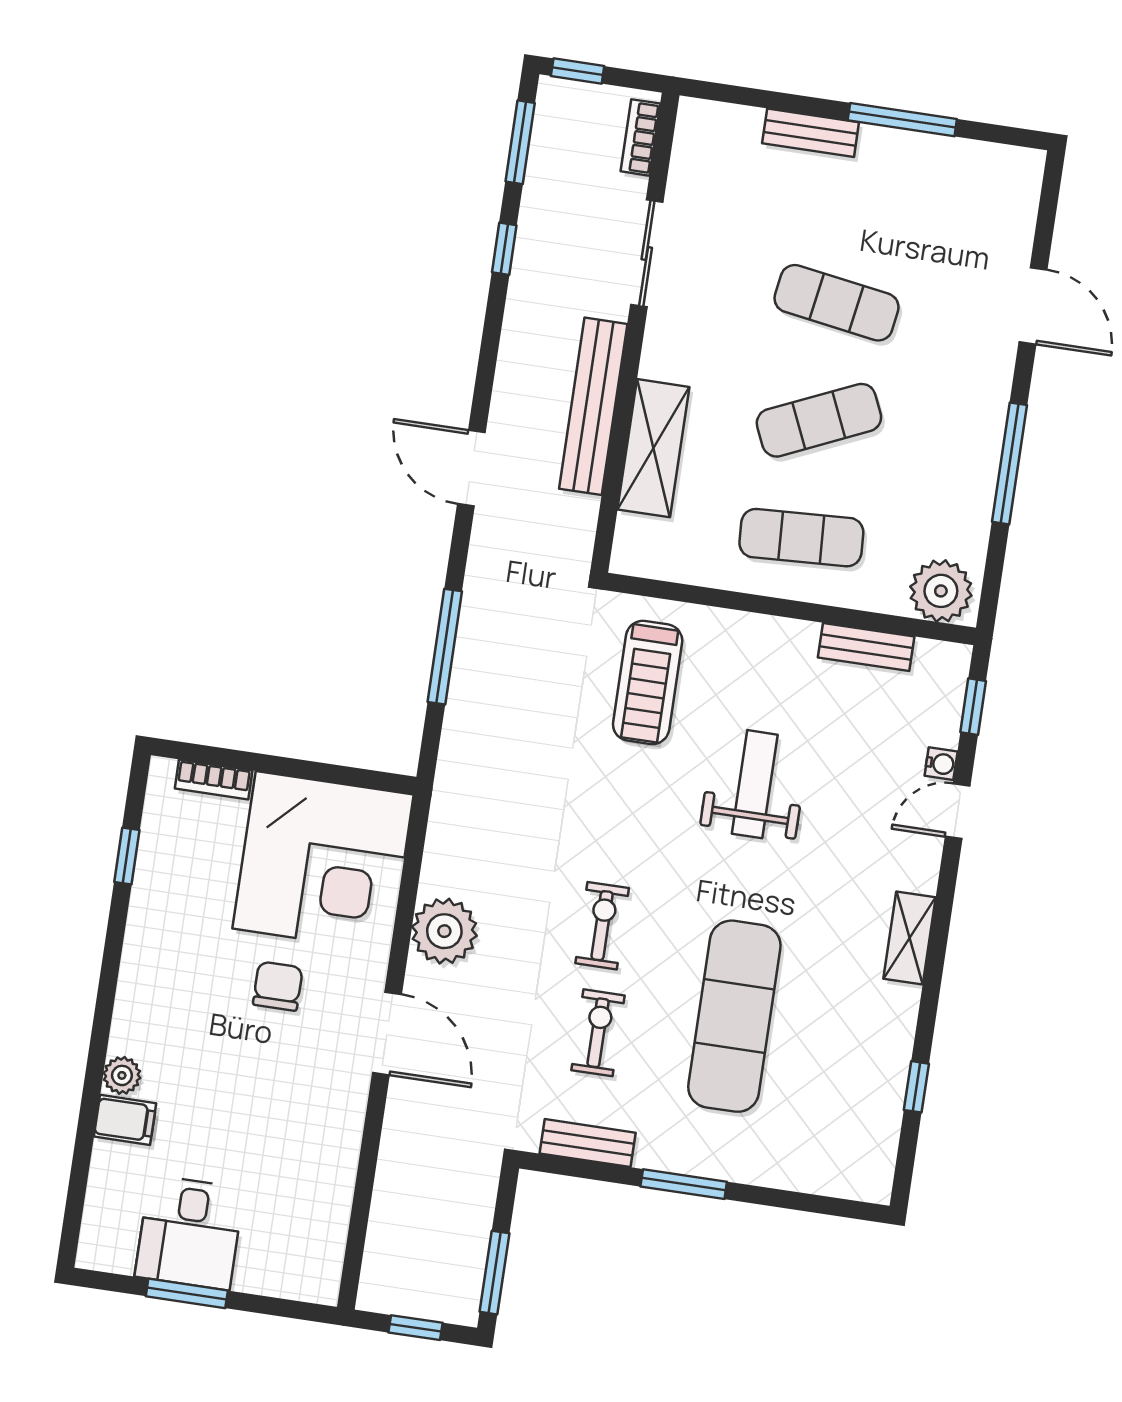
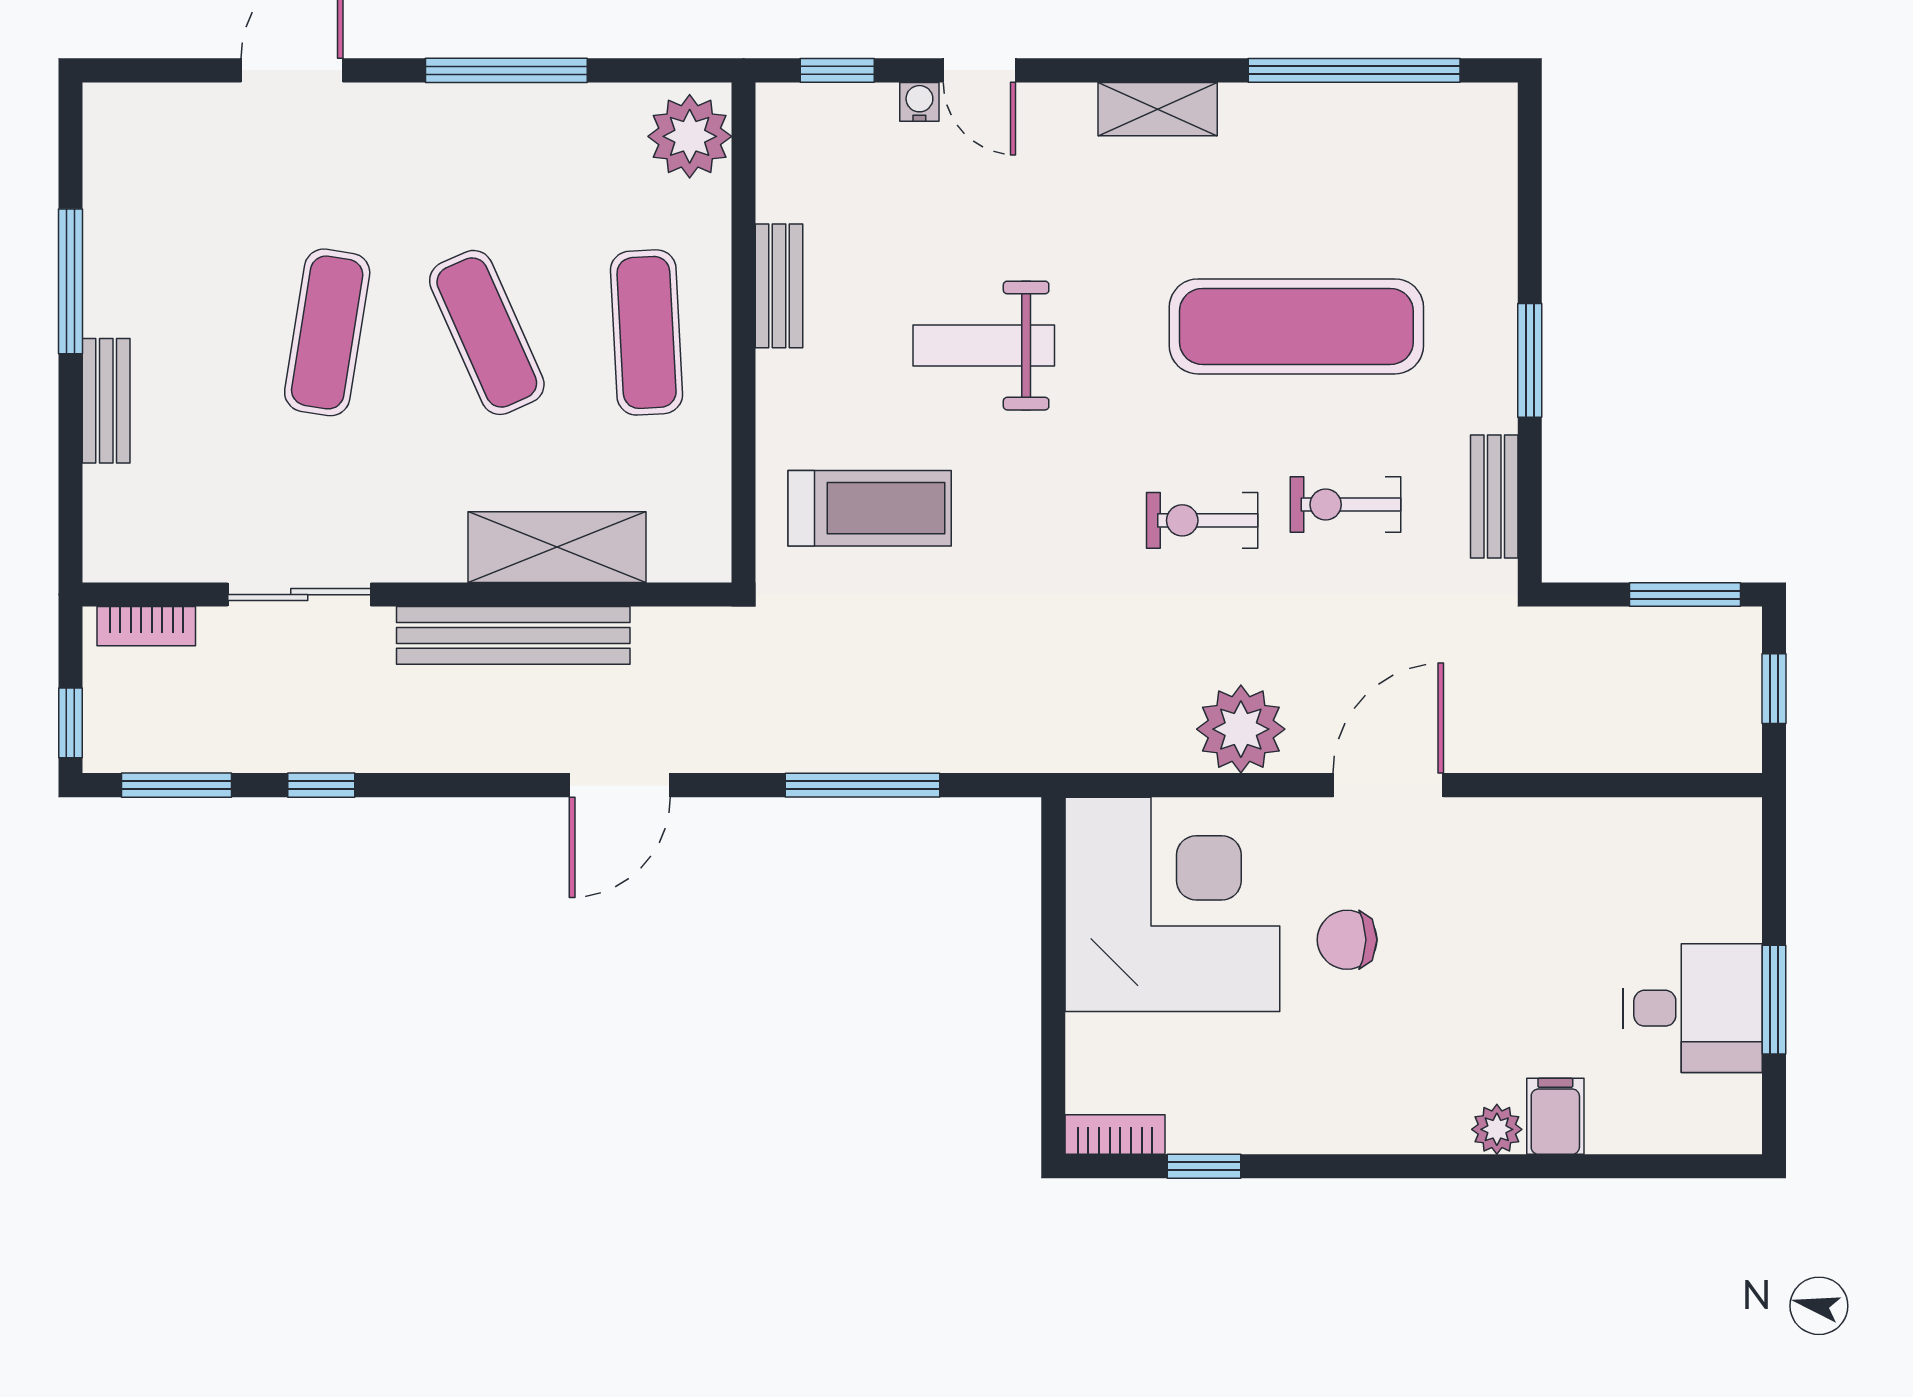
bench: (866, 647) -> (779, 286), moved
bookcase: (214, 780) -> (1115, 1134), moved, turned -90
window: (916, 1087) -> (1354, 70), width x3.17

